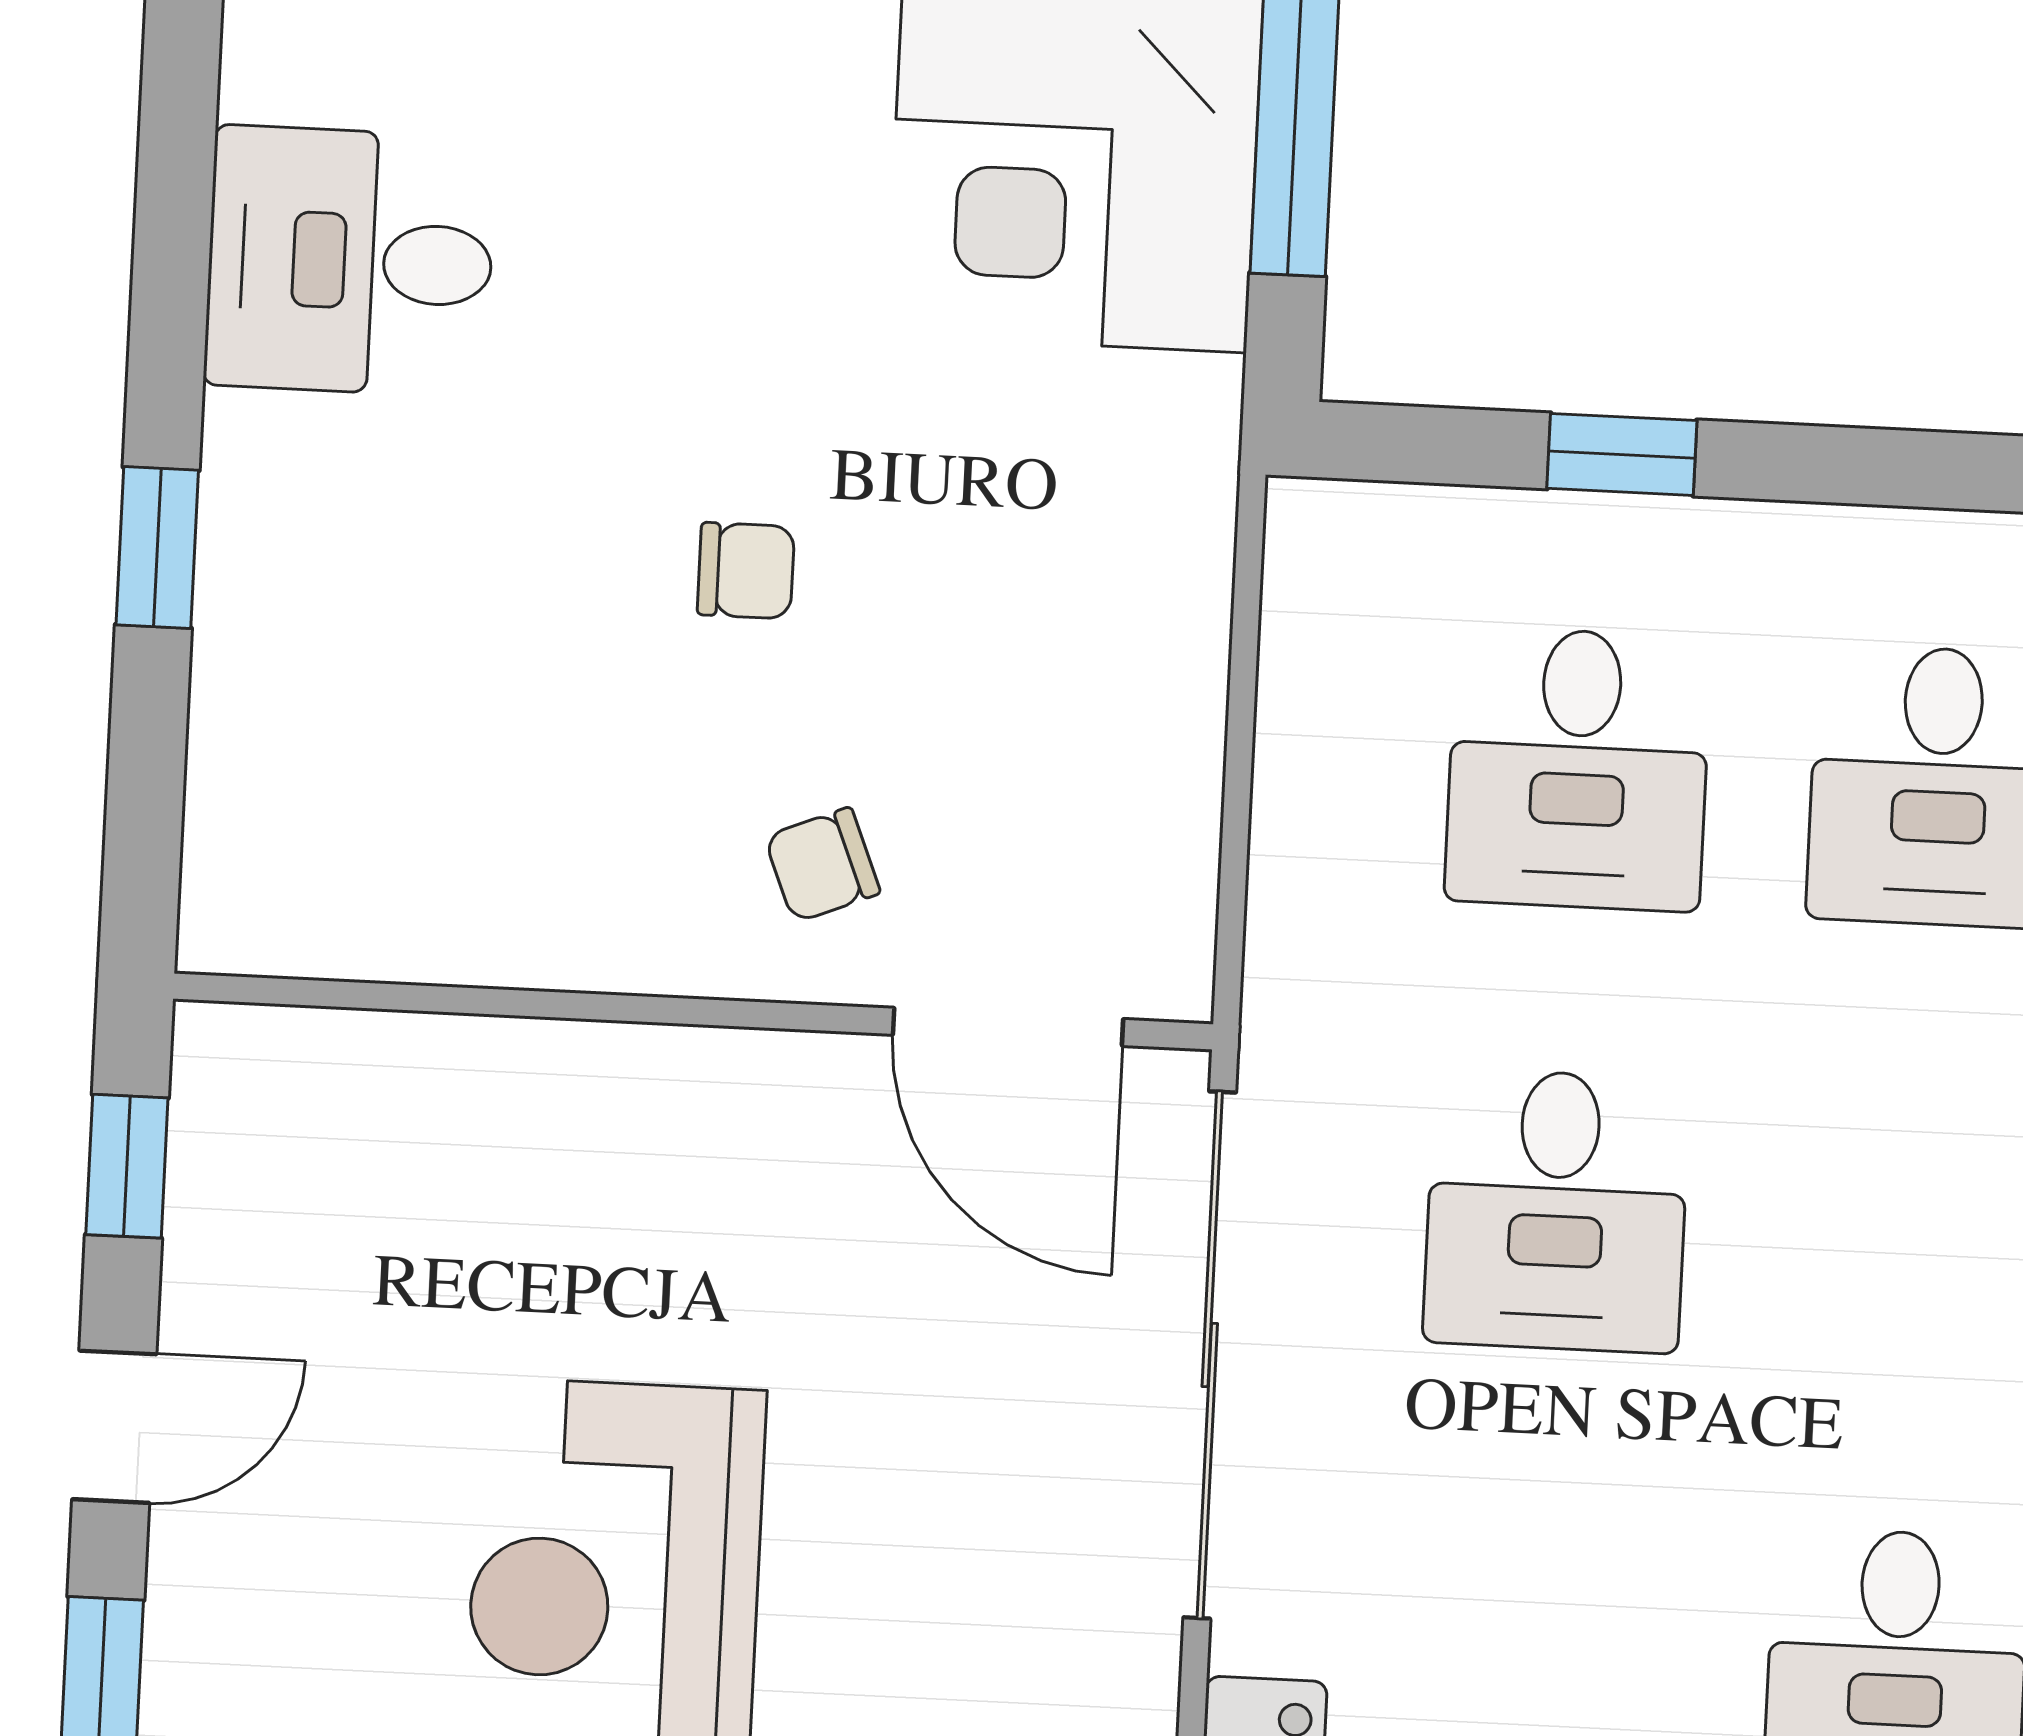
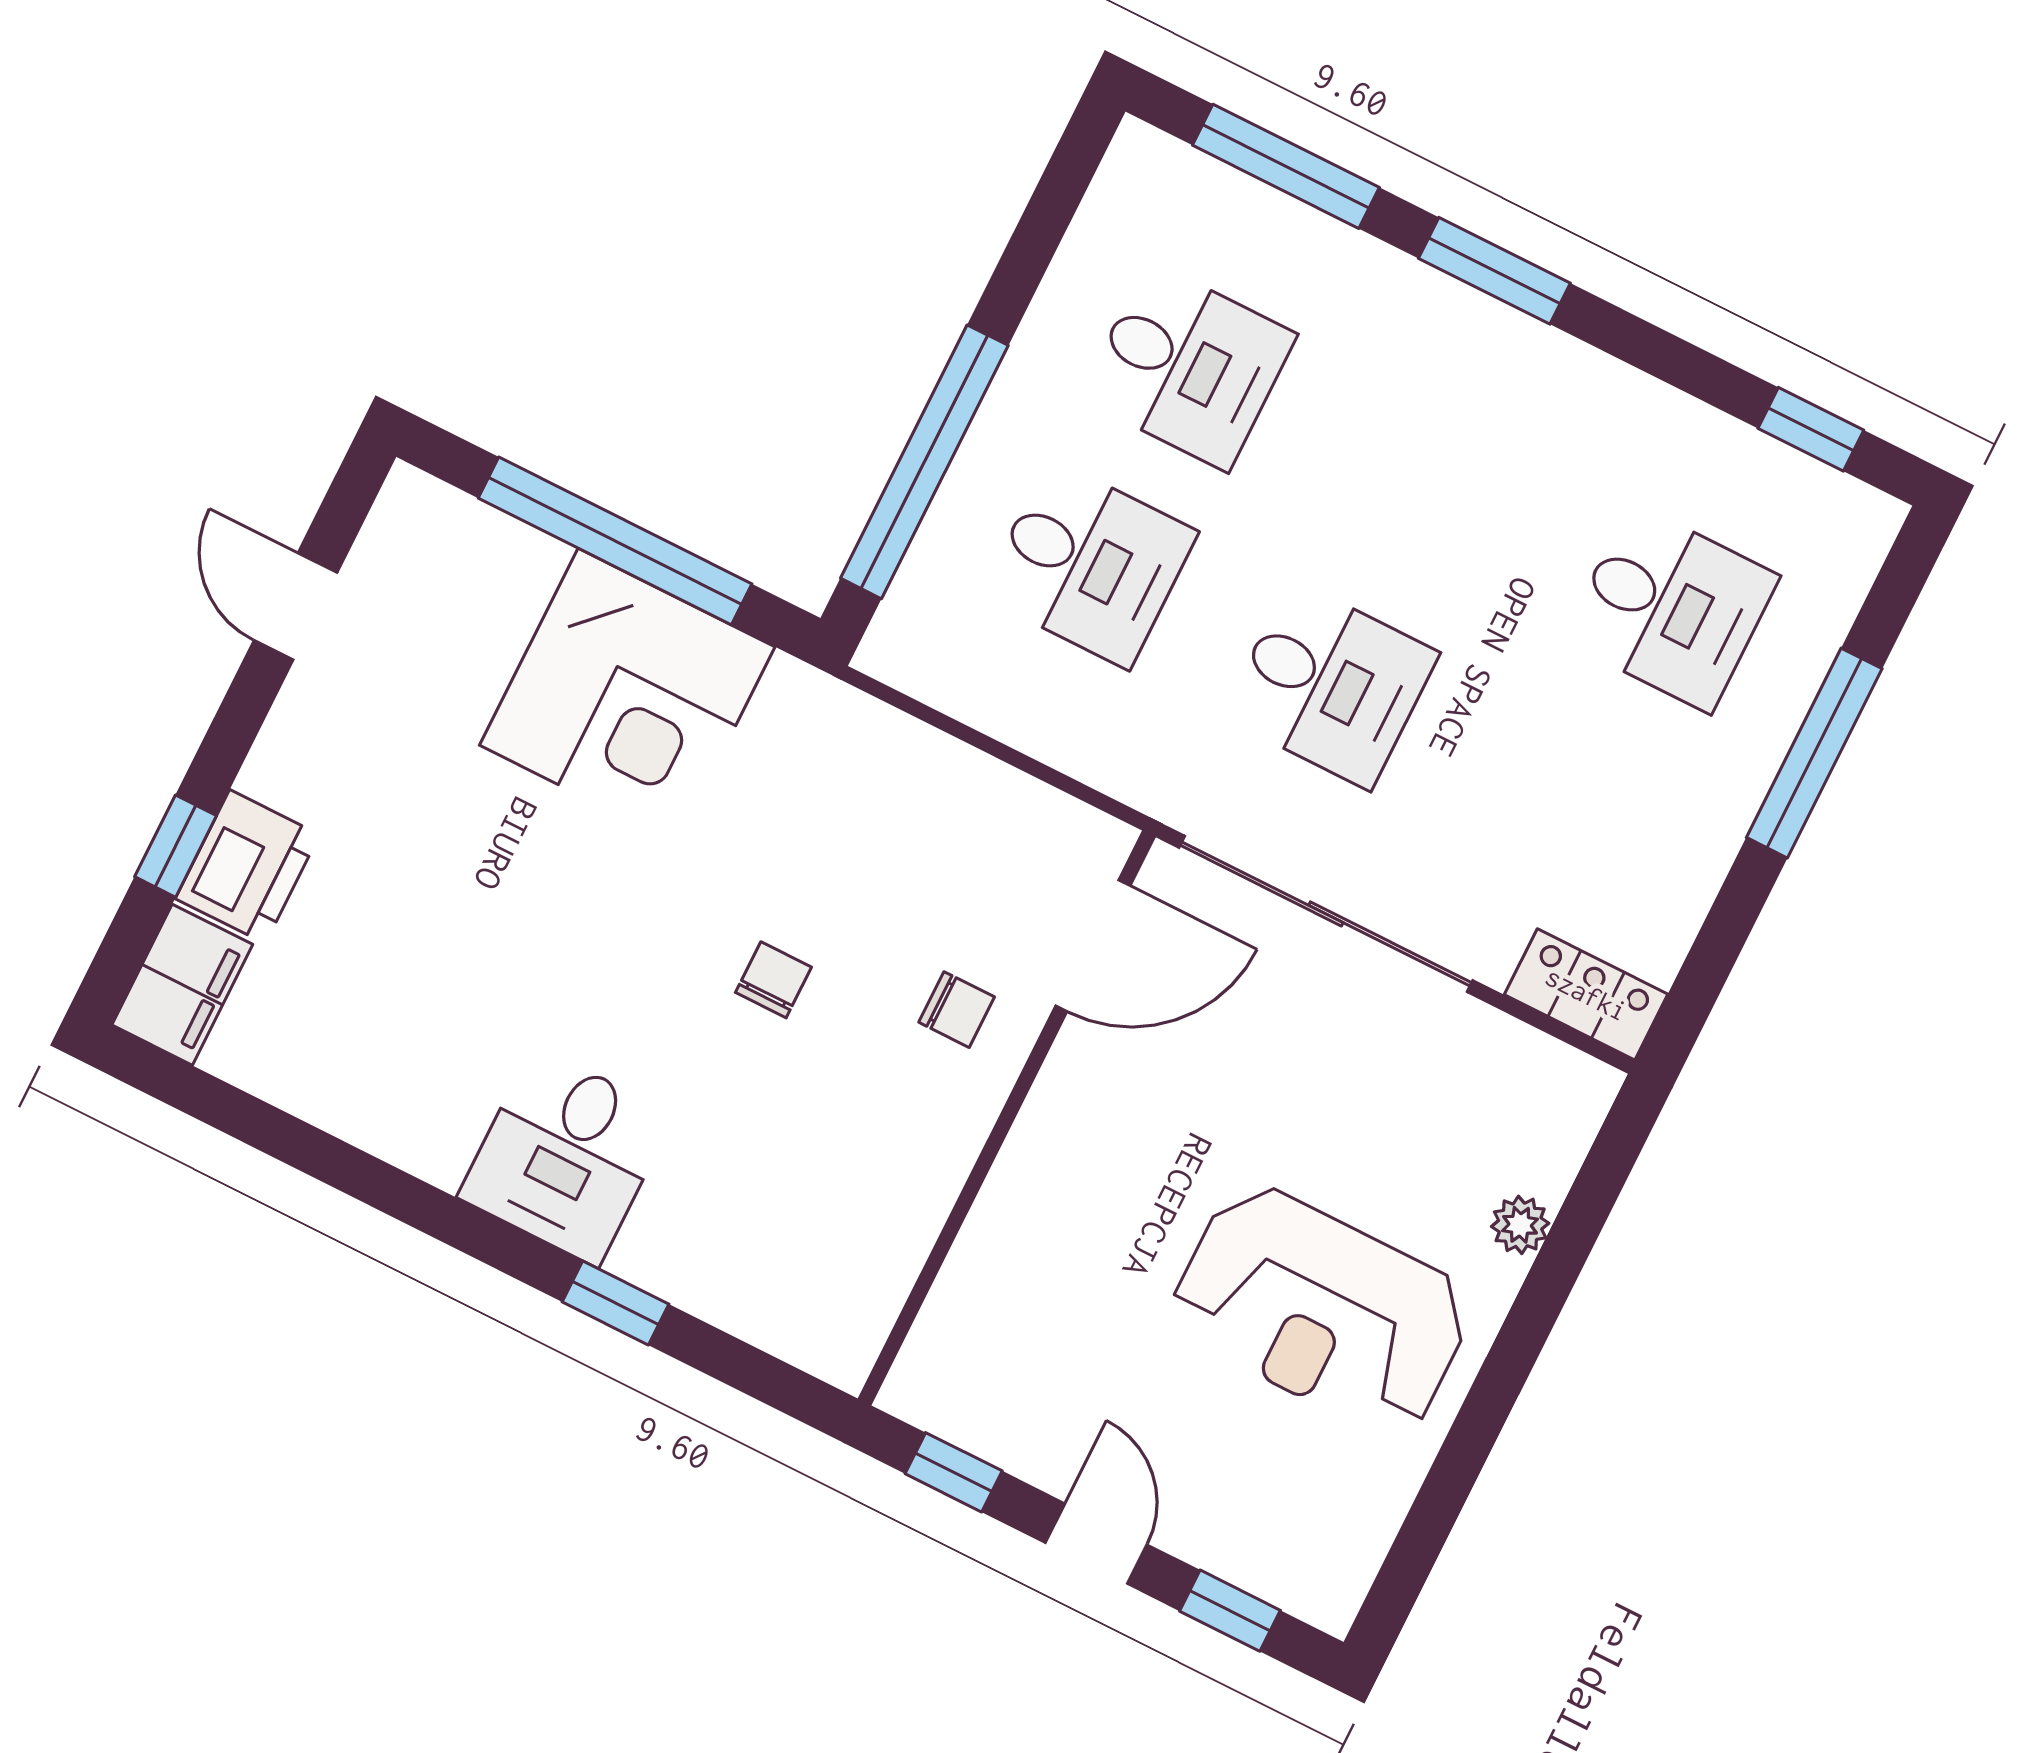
desk: (350, 261) -> (566, 1156), moved
window: (1622, 454) -> (924, 462), width x3.17
chair: (822, 865) -> (957, 1010), turned -68

